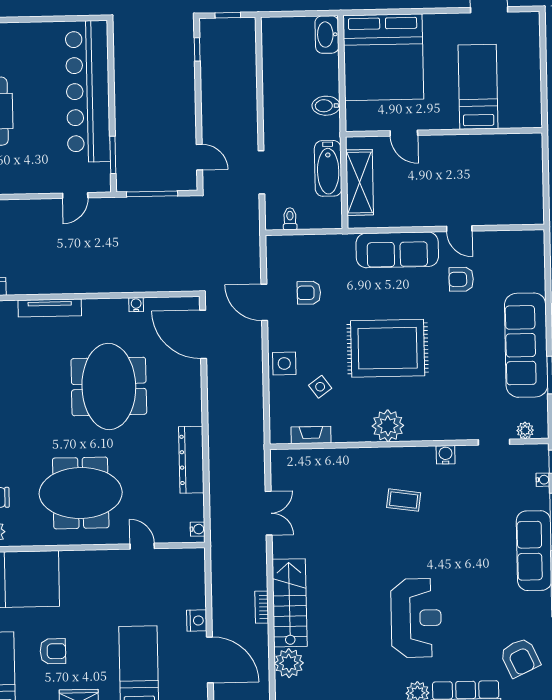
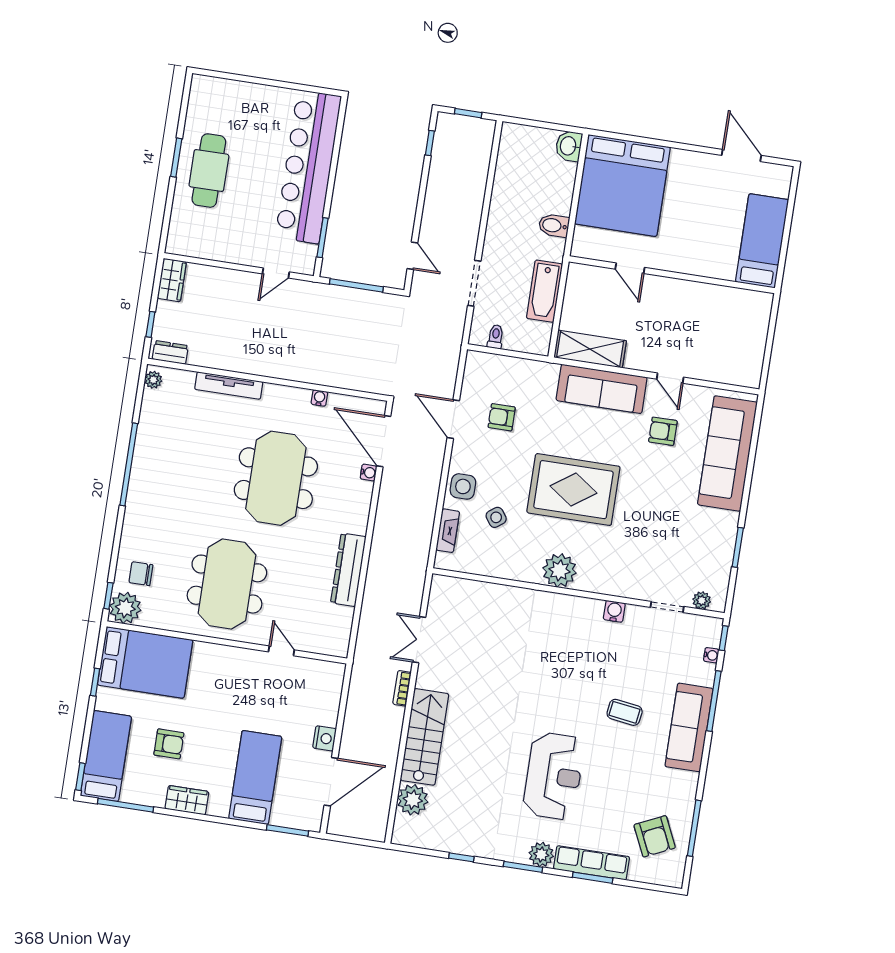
washbasin: (327, 34) -> (569, 146), width x0.72
bed: (478, 87) -> (762, 241), moved
shelving: (360, 182) -> (590, 349), moved, turned 90
sofa: (526, 345) -> (727, 453), moved
fireplace: (311, 435) -> (448, 531), moved, turned 90
meeting table: (81, 493) -> (227, 584), turned 90
coffee table: (404, 500) -> (625, 712), moved
double door: (269, 513) -> (419, 640), swing flipped
water cooler: (198, 529) -> (369, 472), moved
bookcase: (262, 607) -> (402, 688), moved
door: (210, 660) -> (331, 782), hinge flipped

